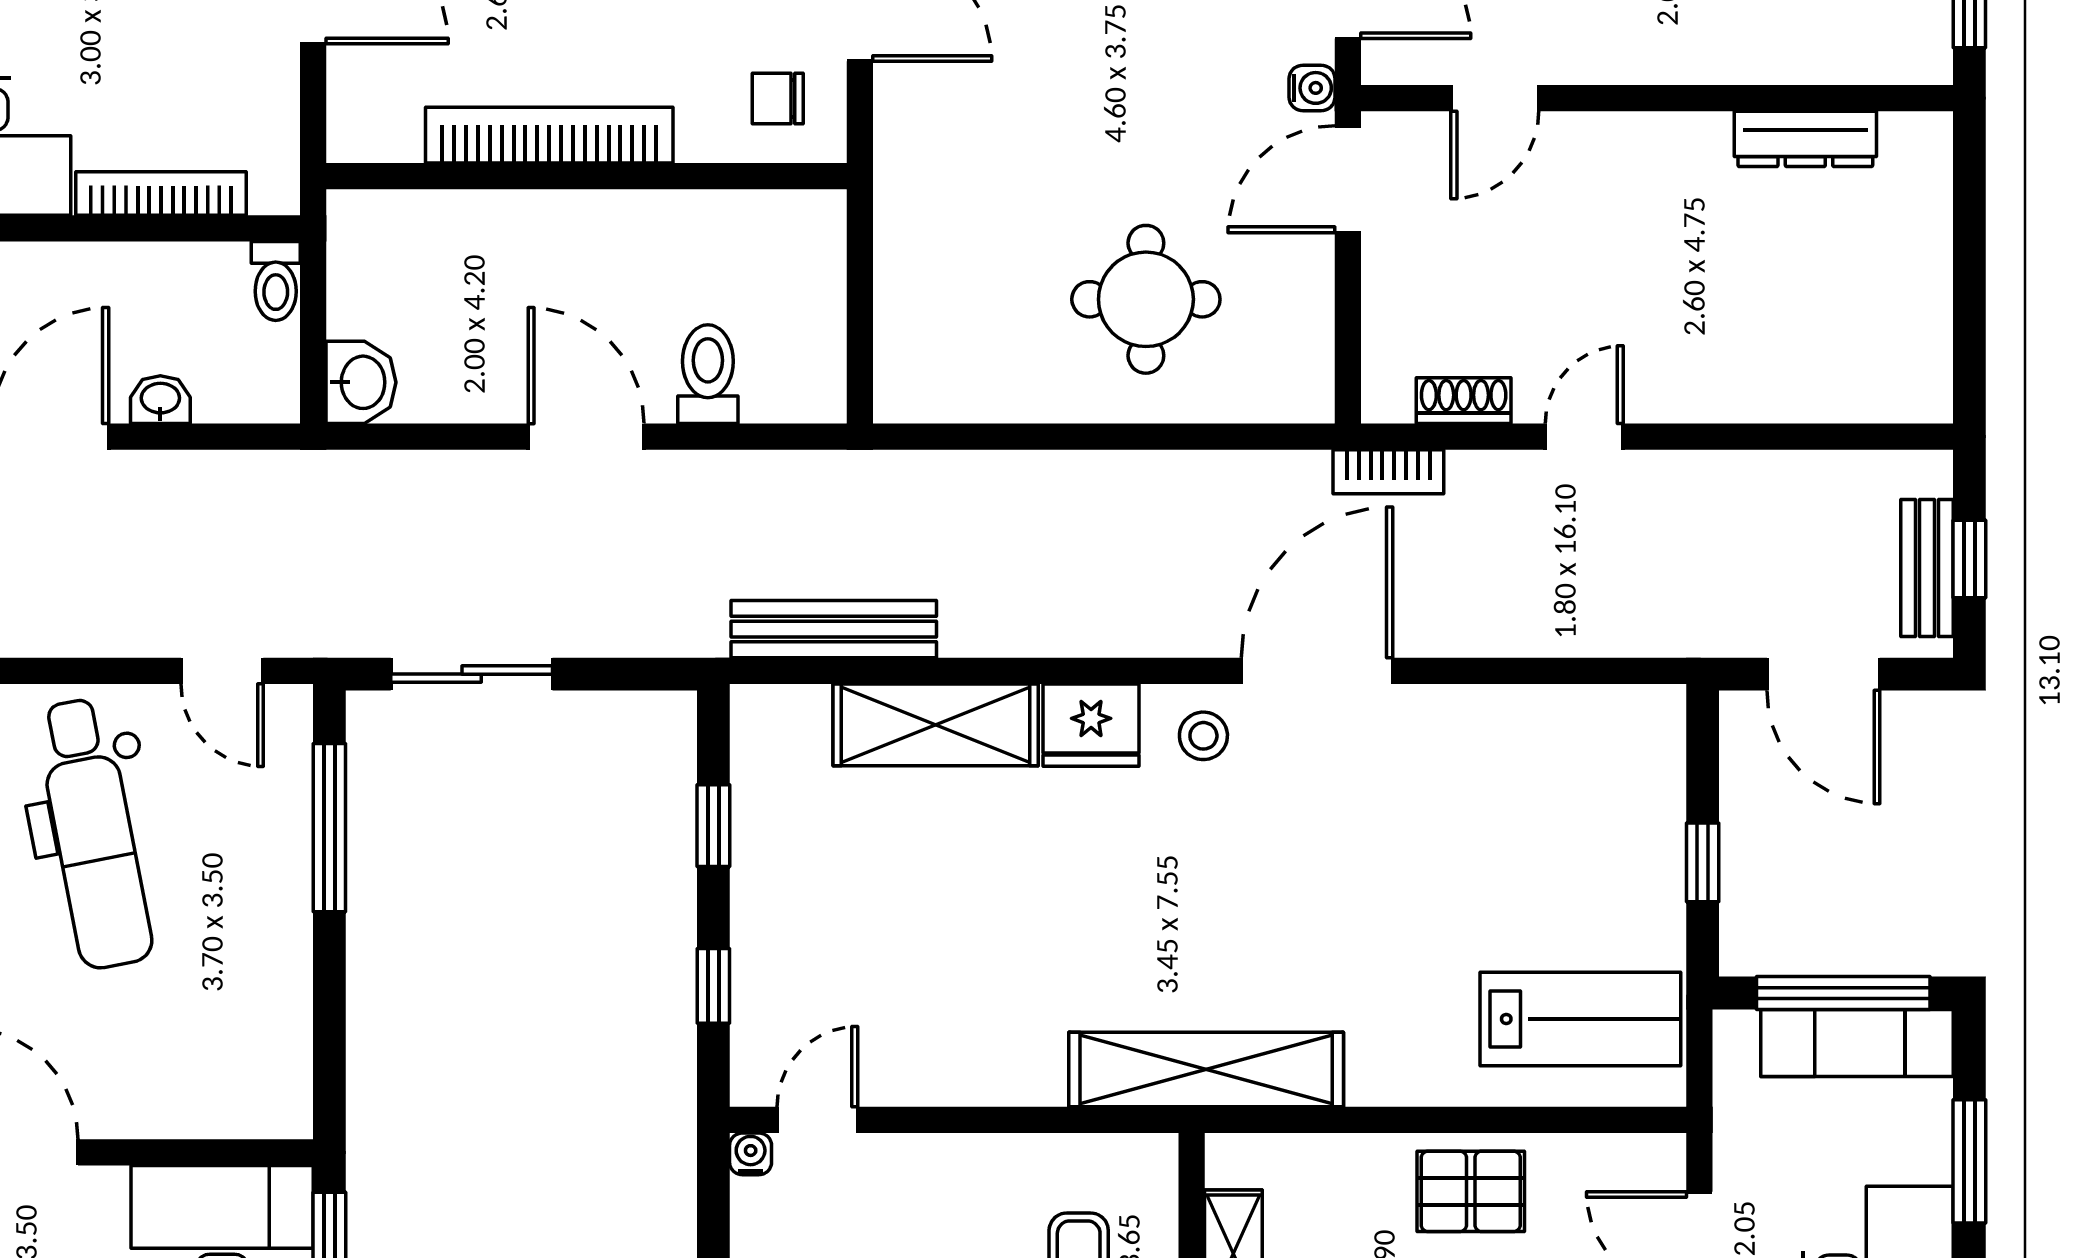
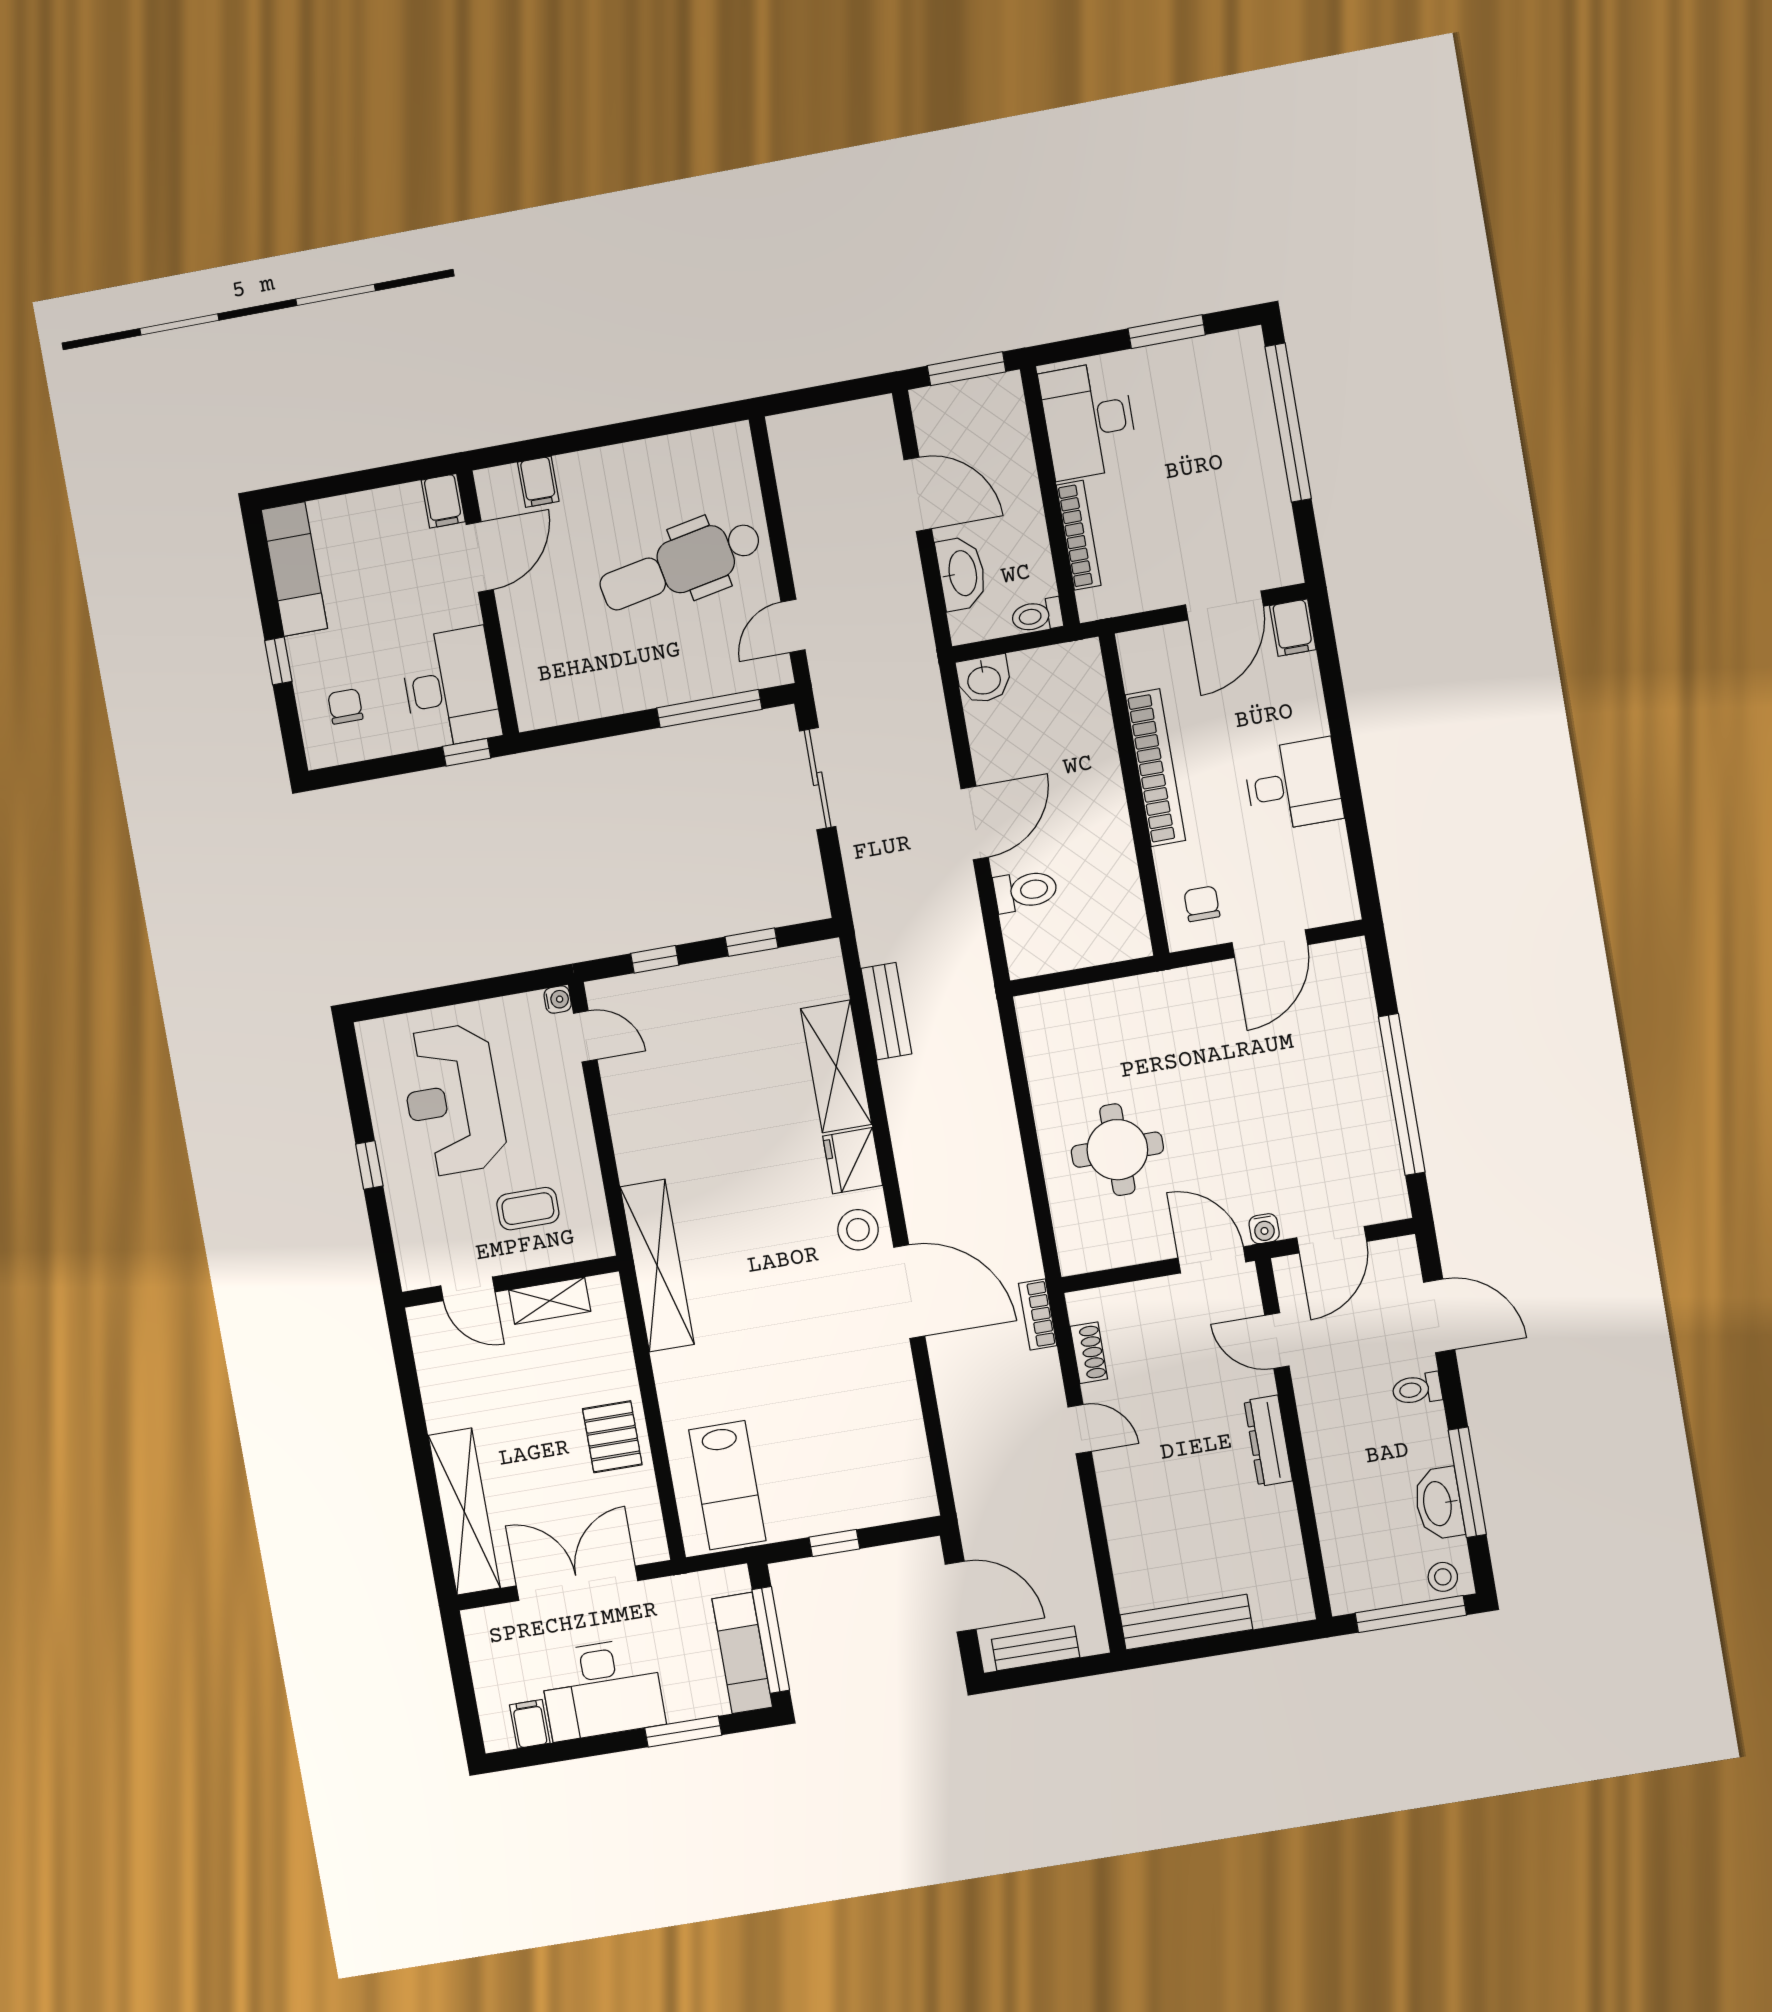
dresser: (1805, 139) -> (1268, 1441), moved
bench: (1924, 319) -> (1186, 1622), added
washbasin: (160, 400) -> (962, 573), width x1.91, depth x1.45
window: (1969, 559) -> (1046, 1673), removed
bench: (834, 629) -> (886, 1011), width x0.73
door: (1823, 674) -> (961, 1597), swing flipped
stool: (1203, 736) -> (858, 1230), width x1.37, depth x1.37

